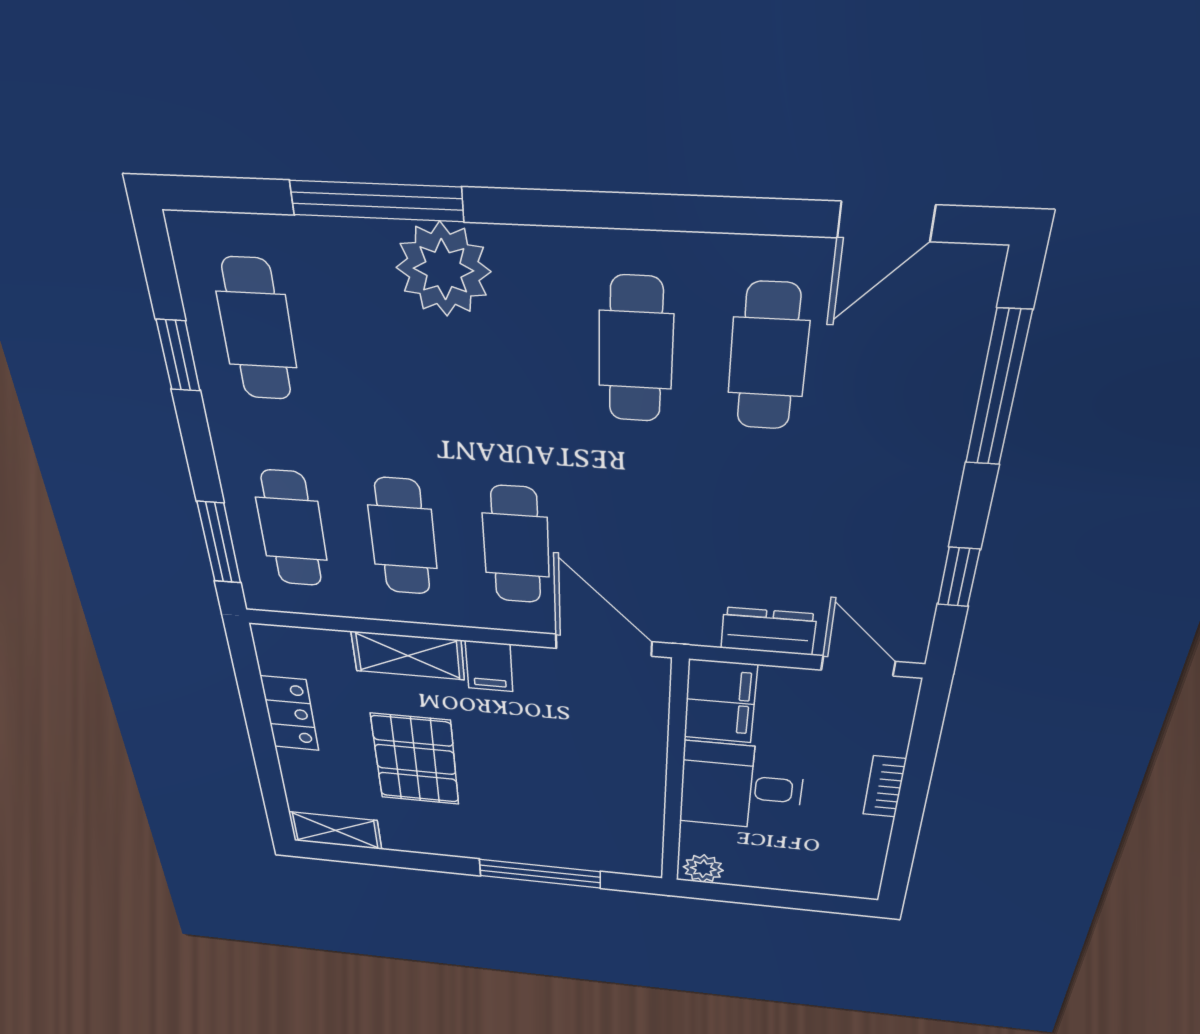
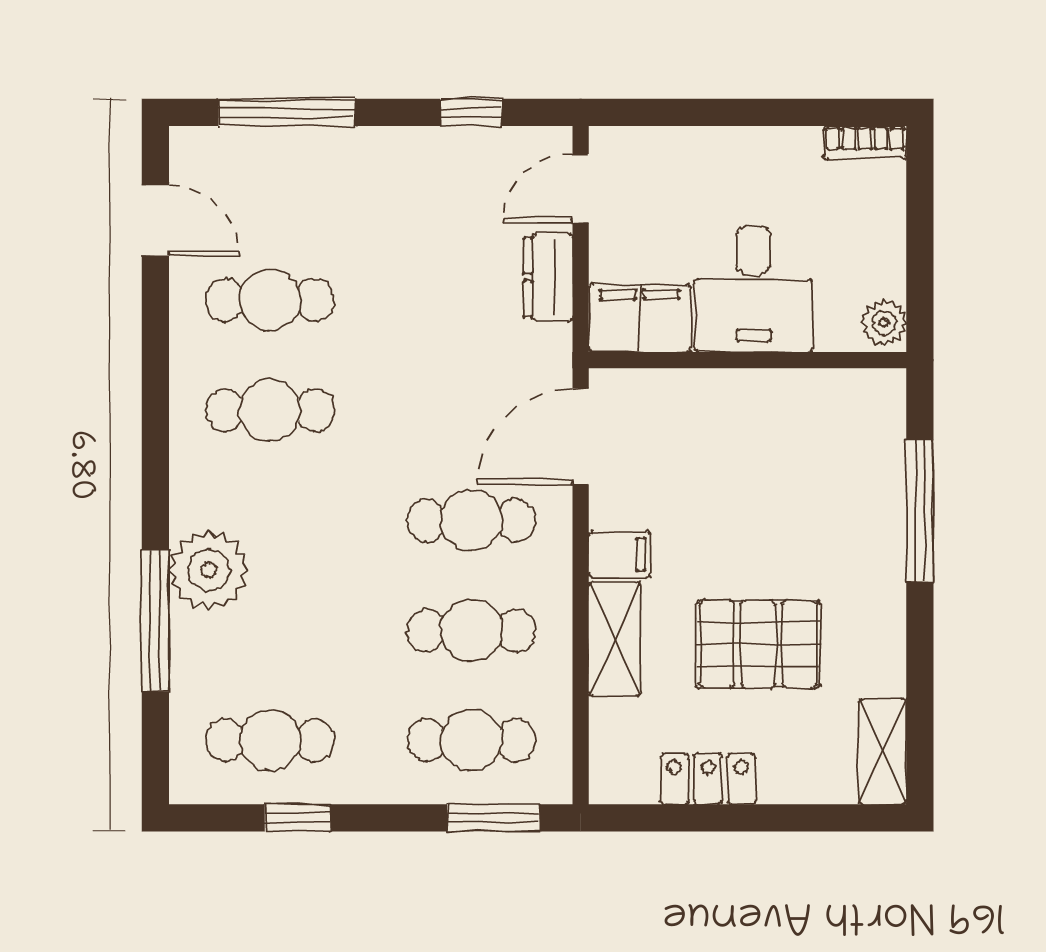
bookcase: (884, 787) -> (865, 143), moved

